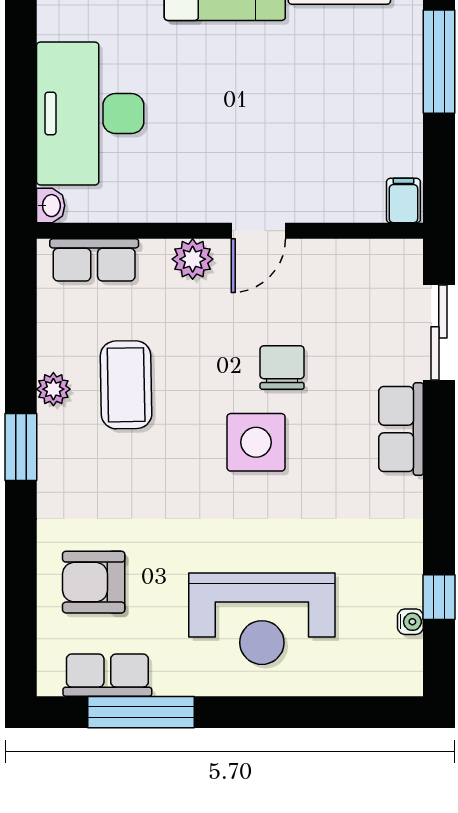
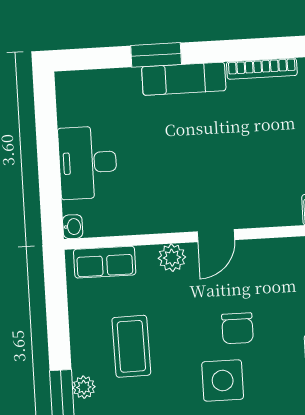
desk: (90, 114) -> (88, 163), width x0.73, depth x0.77
chair: (282, 367) -> (237, 328), turned 180
plant: (53, 389) -> (84, 387), moved

